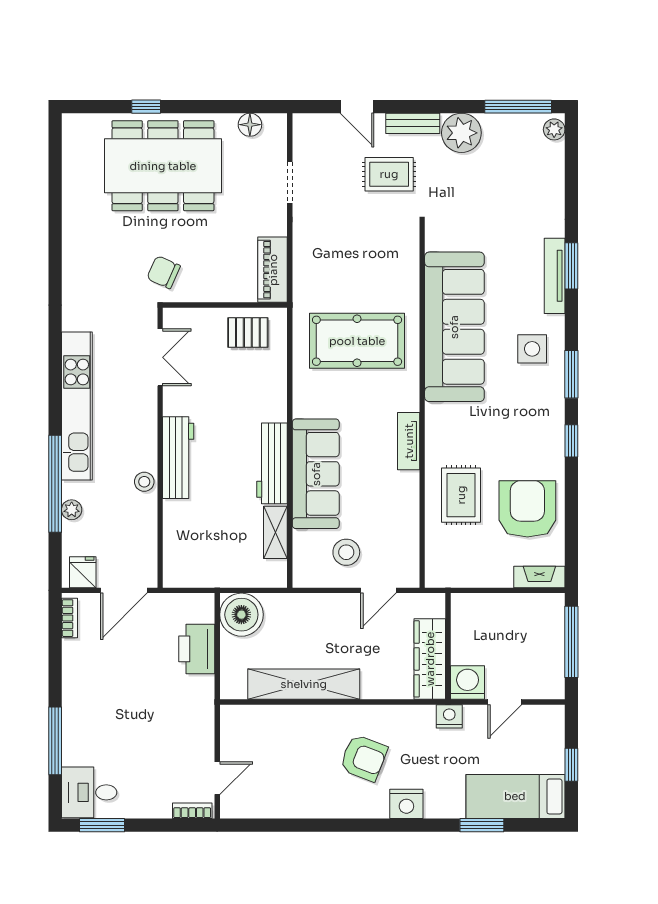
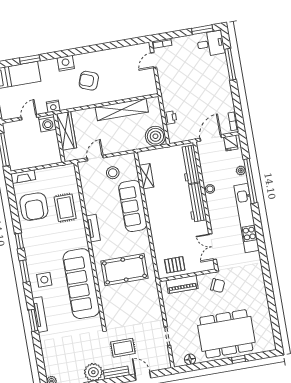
piano: (273, 270) -> (182, 284), moved, turned 90
workbench: (272, 463) -> (190, 165), moved, turned 180
printer: (197, 649) -> (170, 118), width x0.53, depth x0.68

